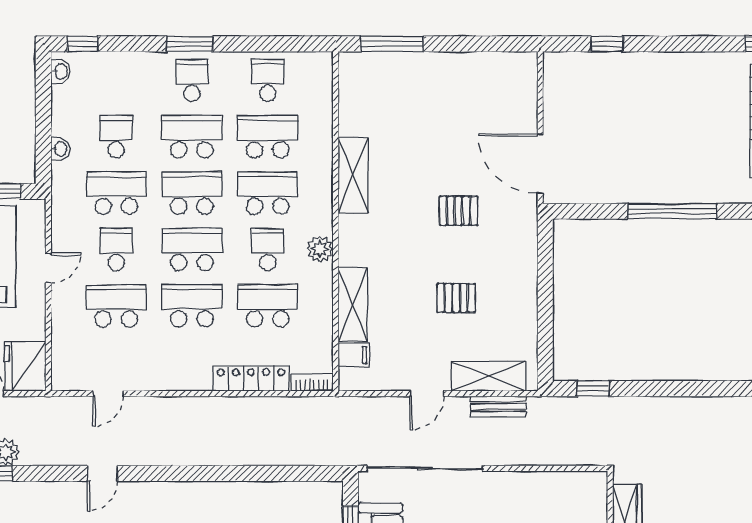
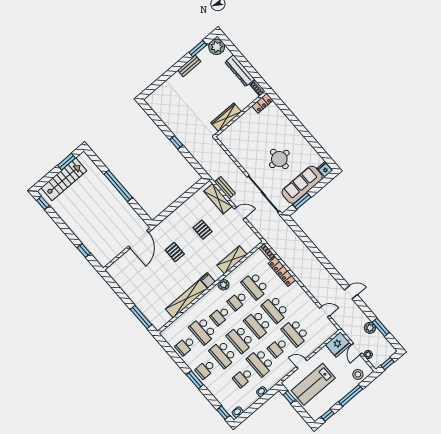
shelving: (353, 175) -> (186, 299), width x1.47
school desk: (268, 193) -> (220, 316), width x0.54
filing cabinet: (354, 355) -> (208, 280), moved
window: (593, 389) -> (176, 142), moved

